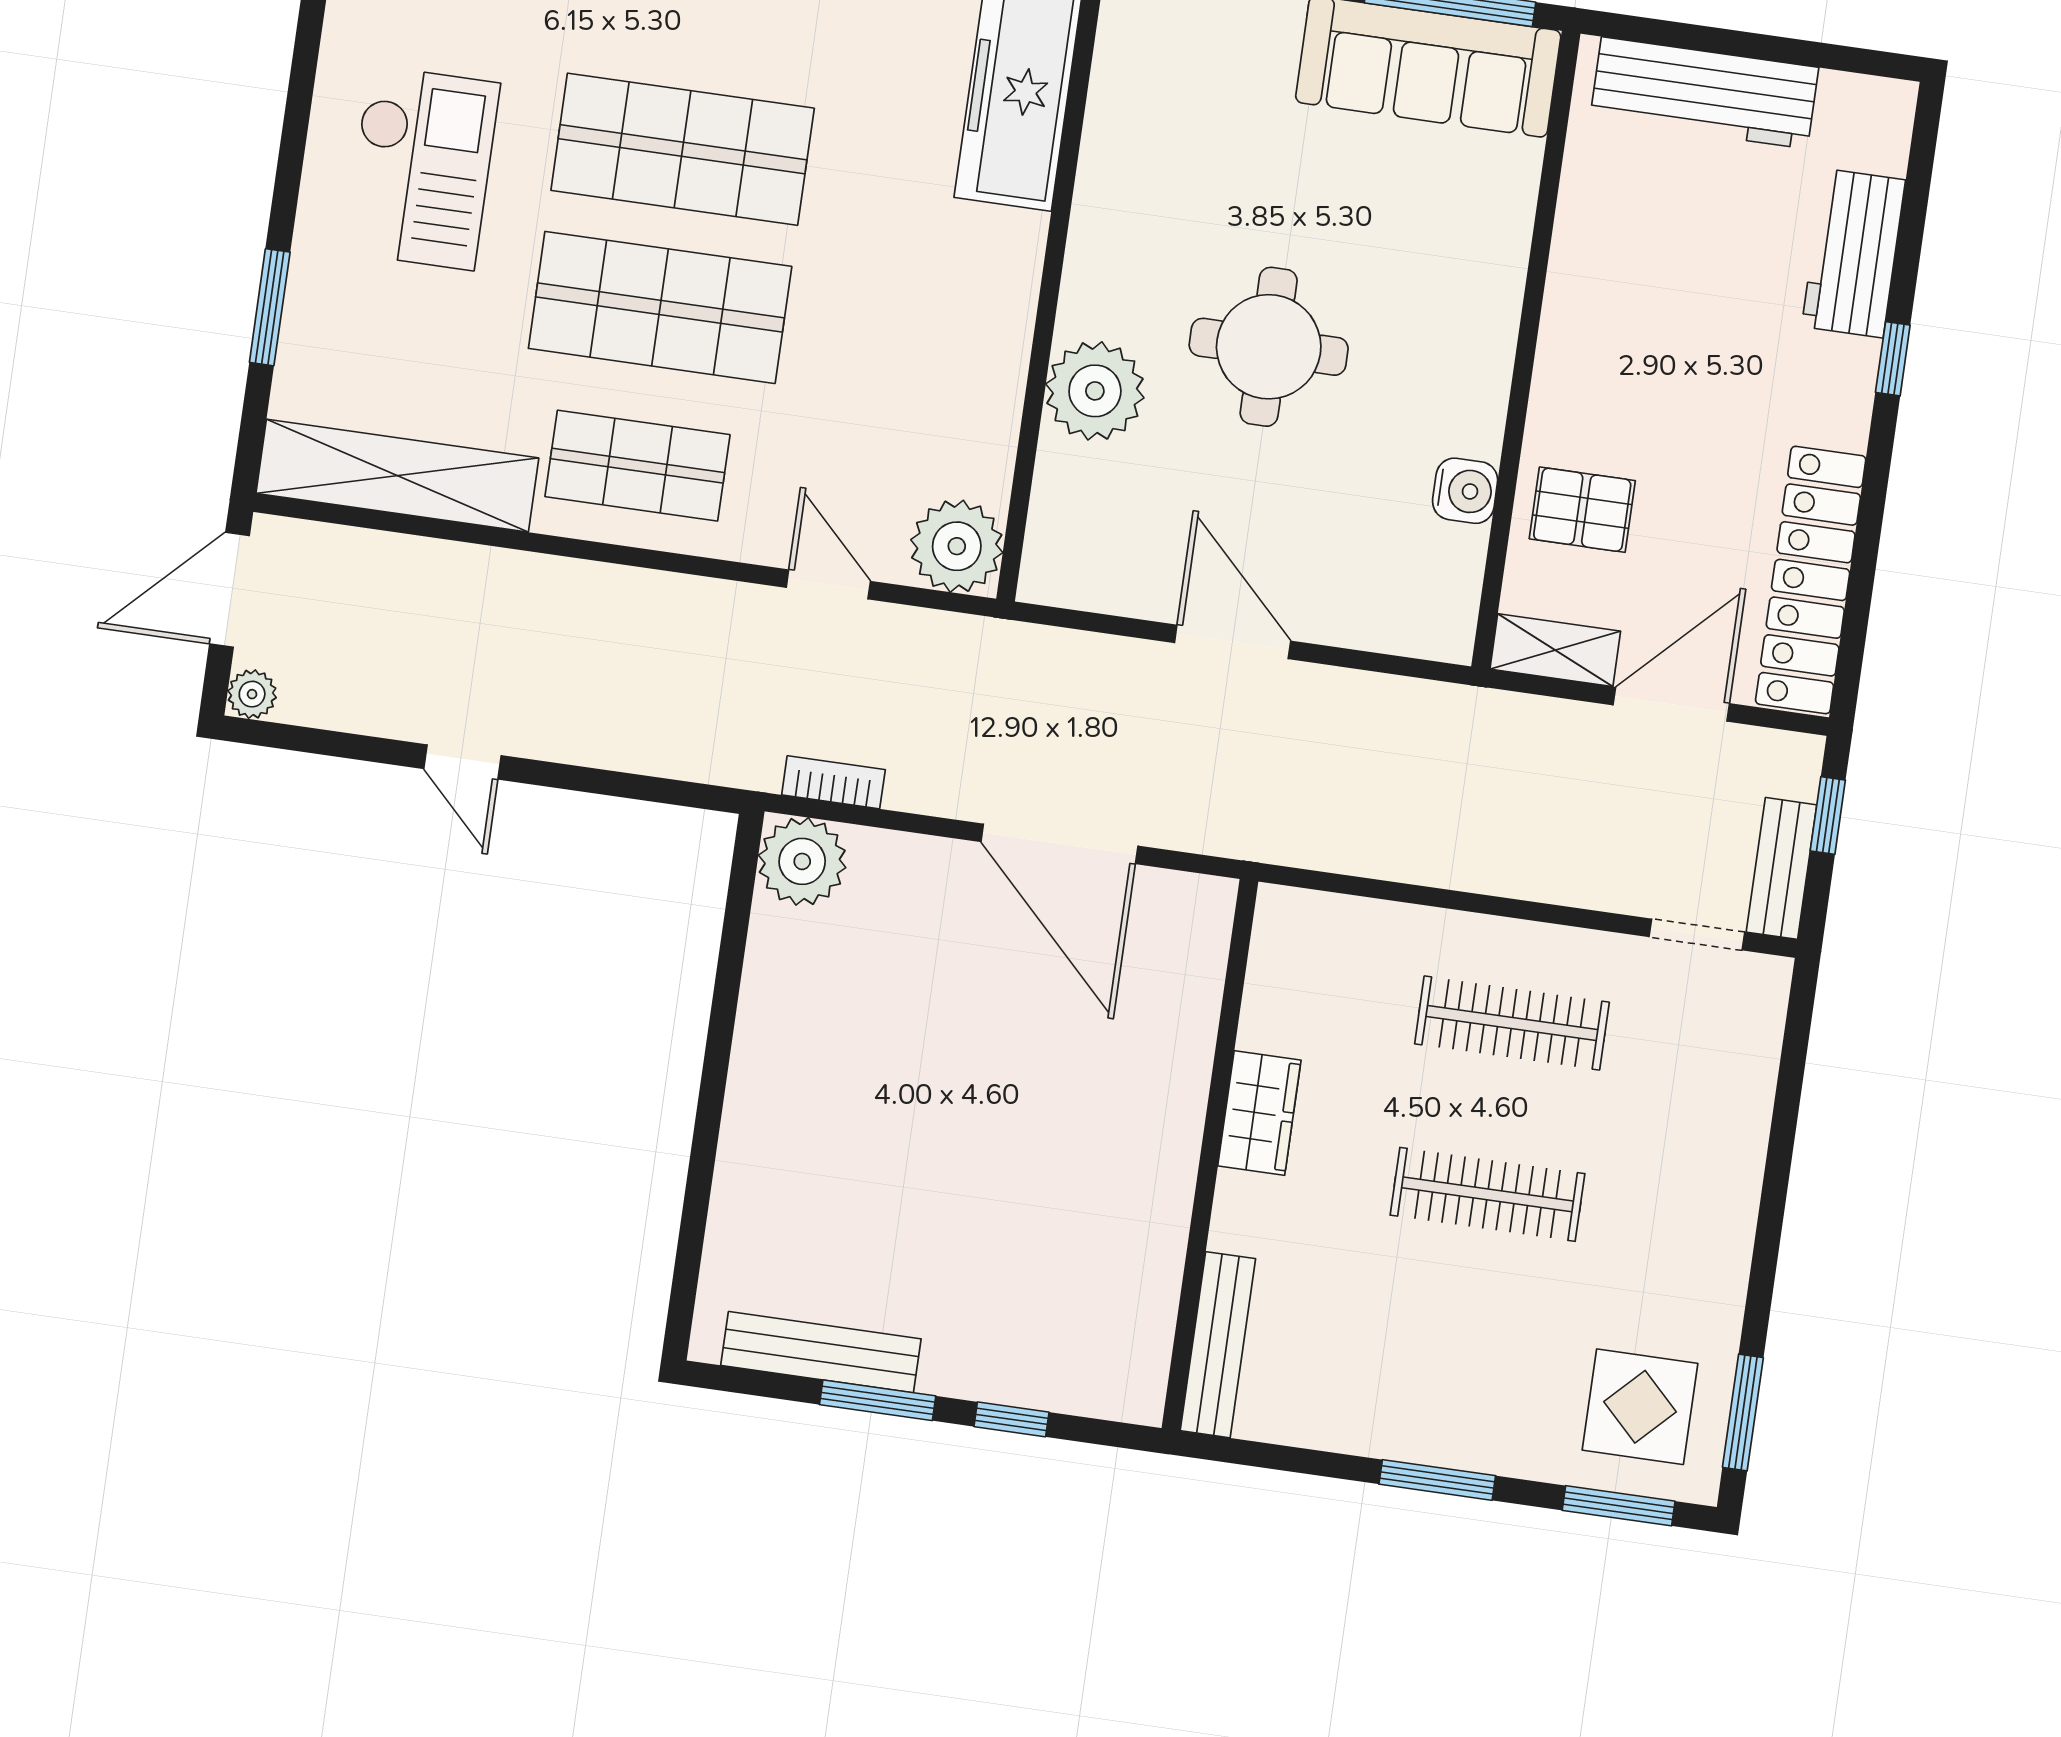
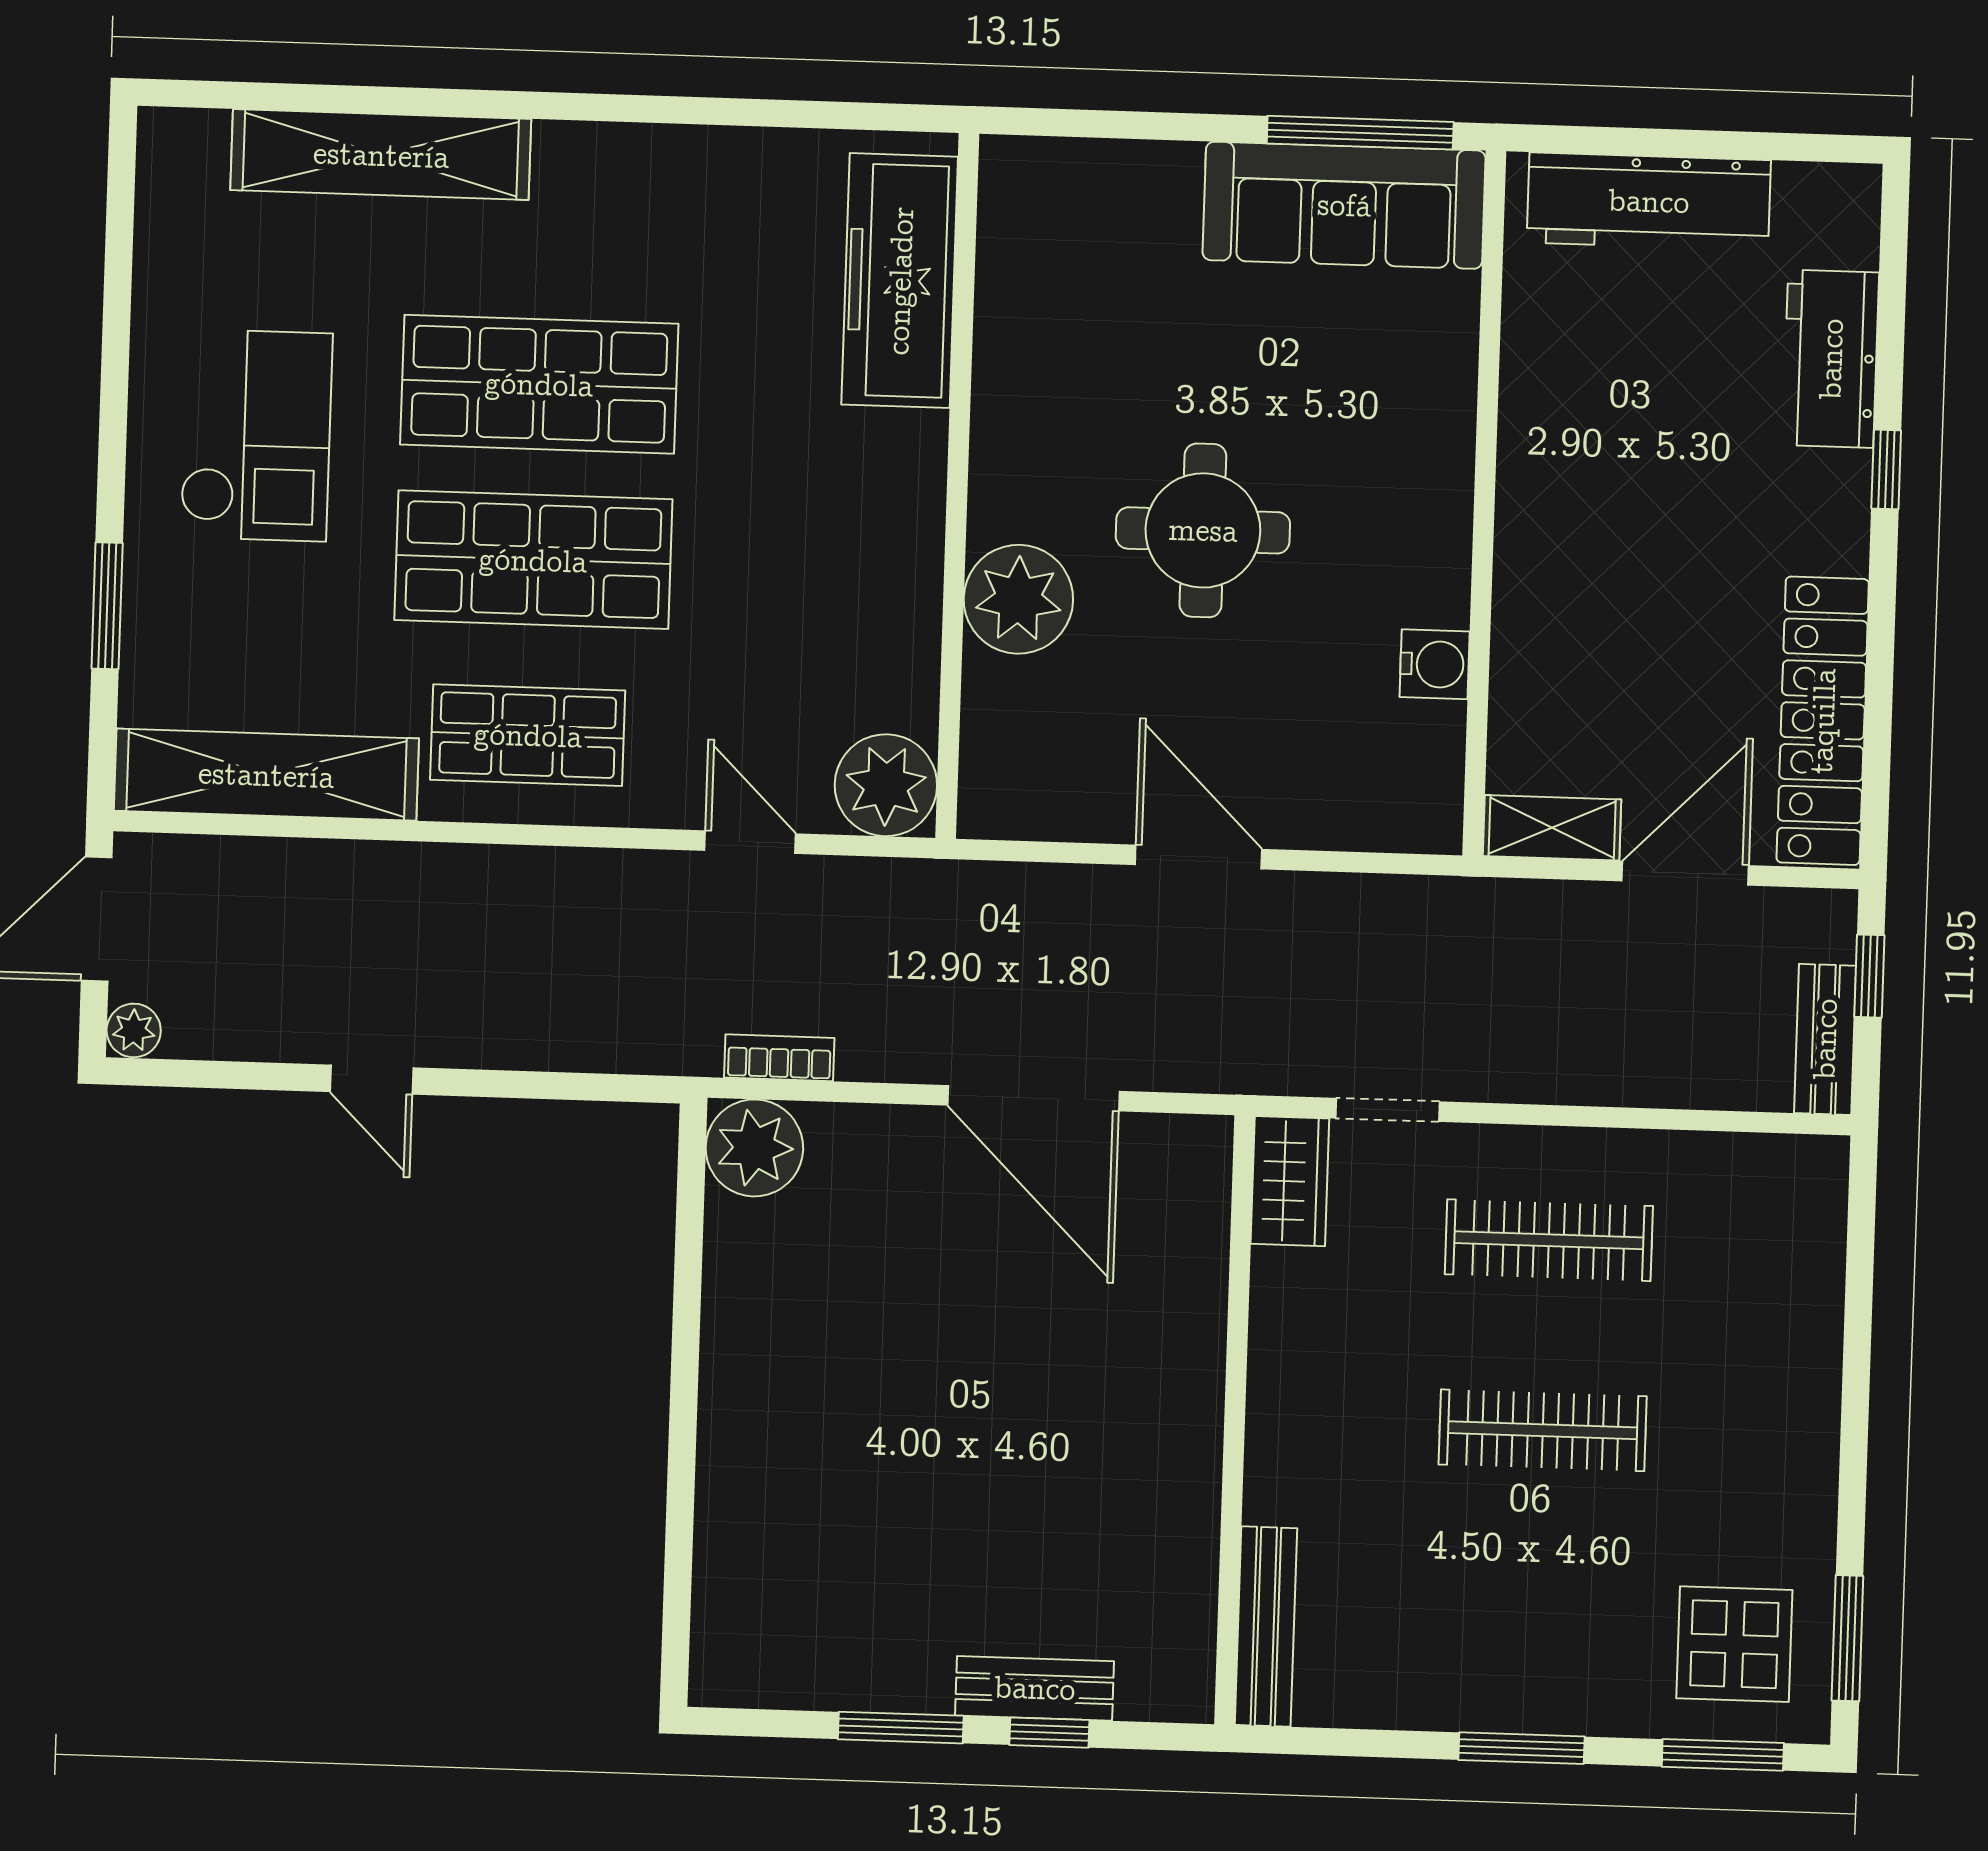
pallet: (1582, 510) -> (1565, 671), removed
doorway: (1697, 935) -> (1387, 1110), moved
wardrobe: (1259, 1113) -> (1290, 1181), moved
bench: (821, 1352) -> (1035, 1688), moved, width x0.73

